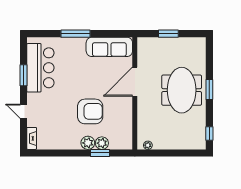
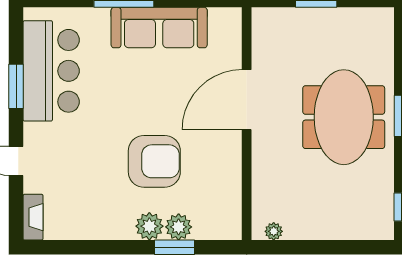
sofa: (109, 47) -> (159, 28), moved

